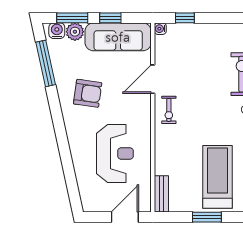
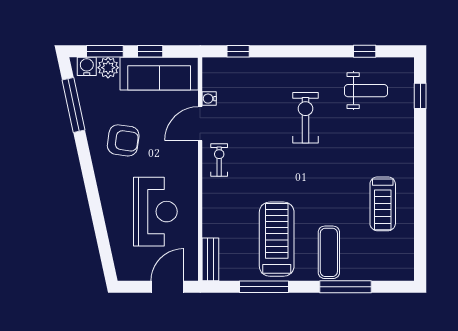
water cooler: (160, 29) -> (209, 99), moved
exercise bike: (169, 110) -> (219, 160), turned 180
window: (207, 217) -> (264, 287), width x1.44

